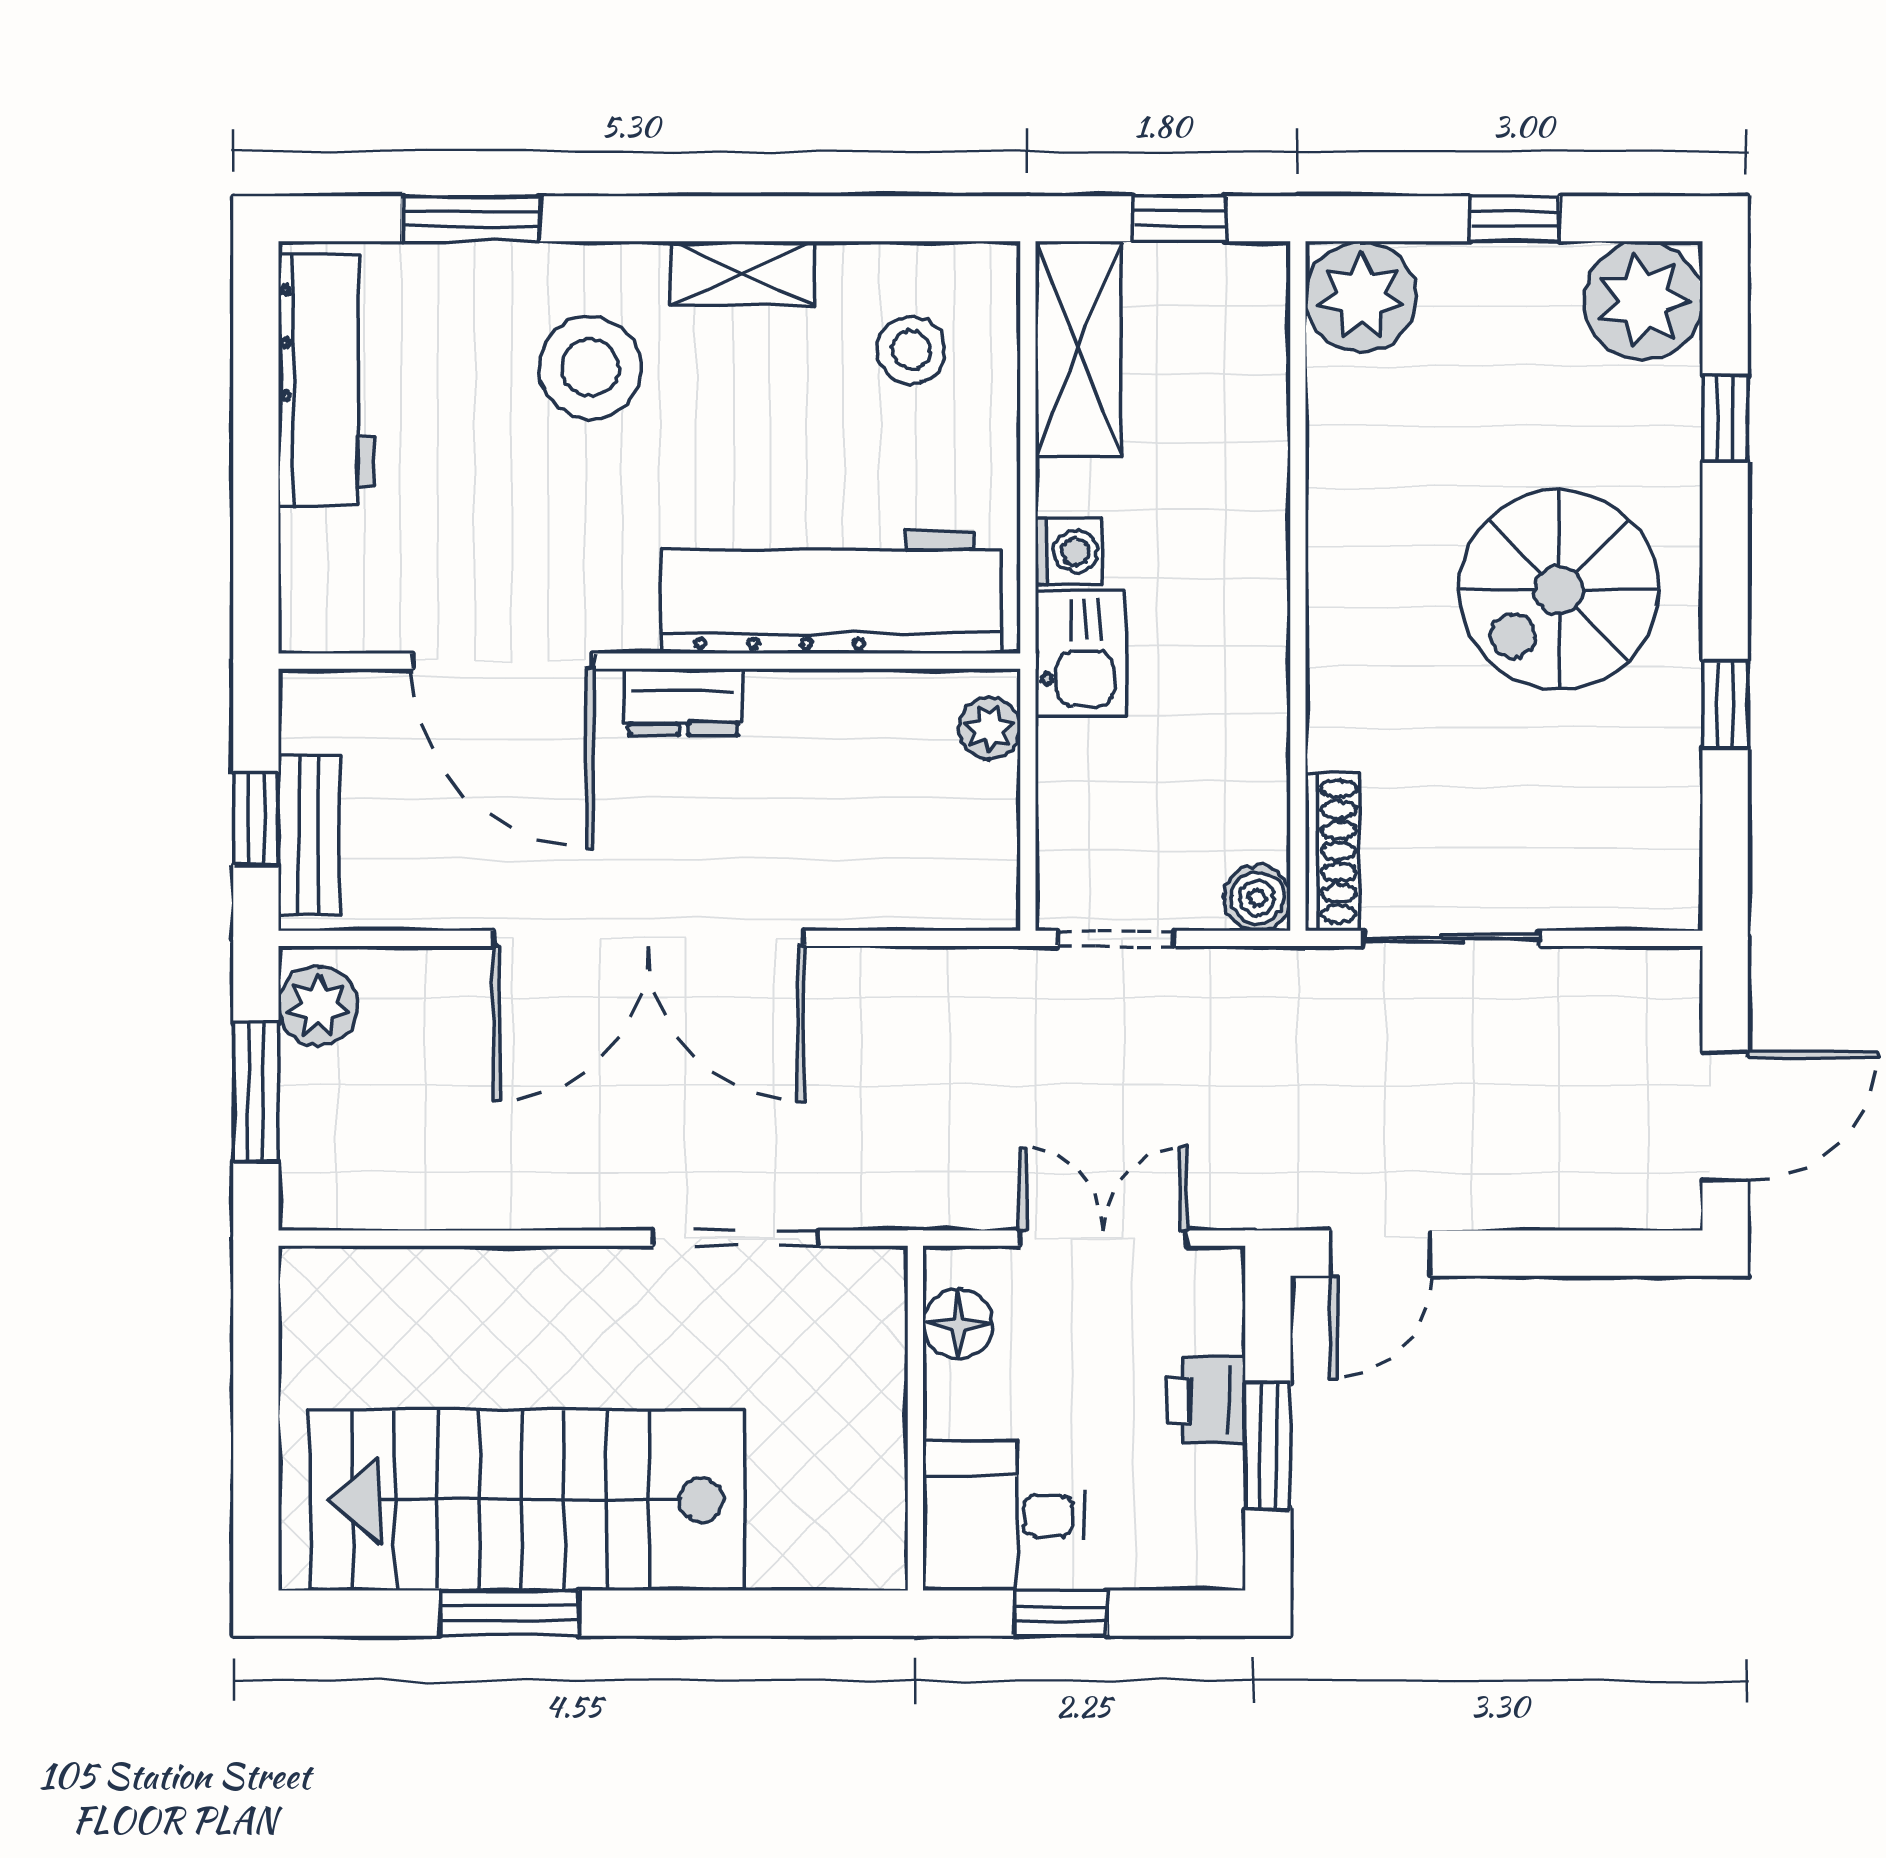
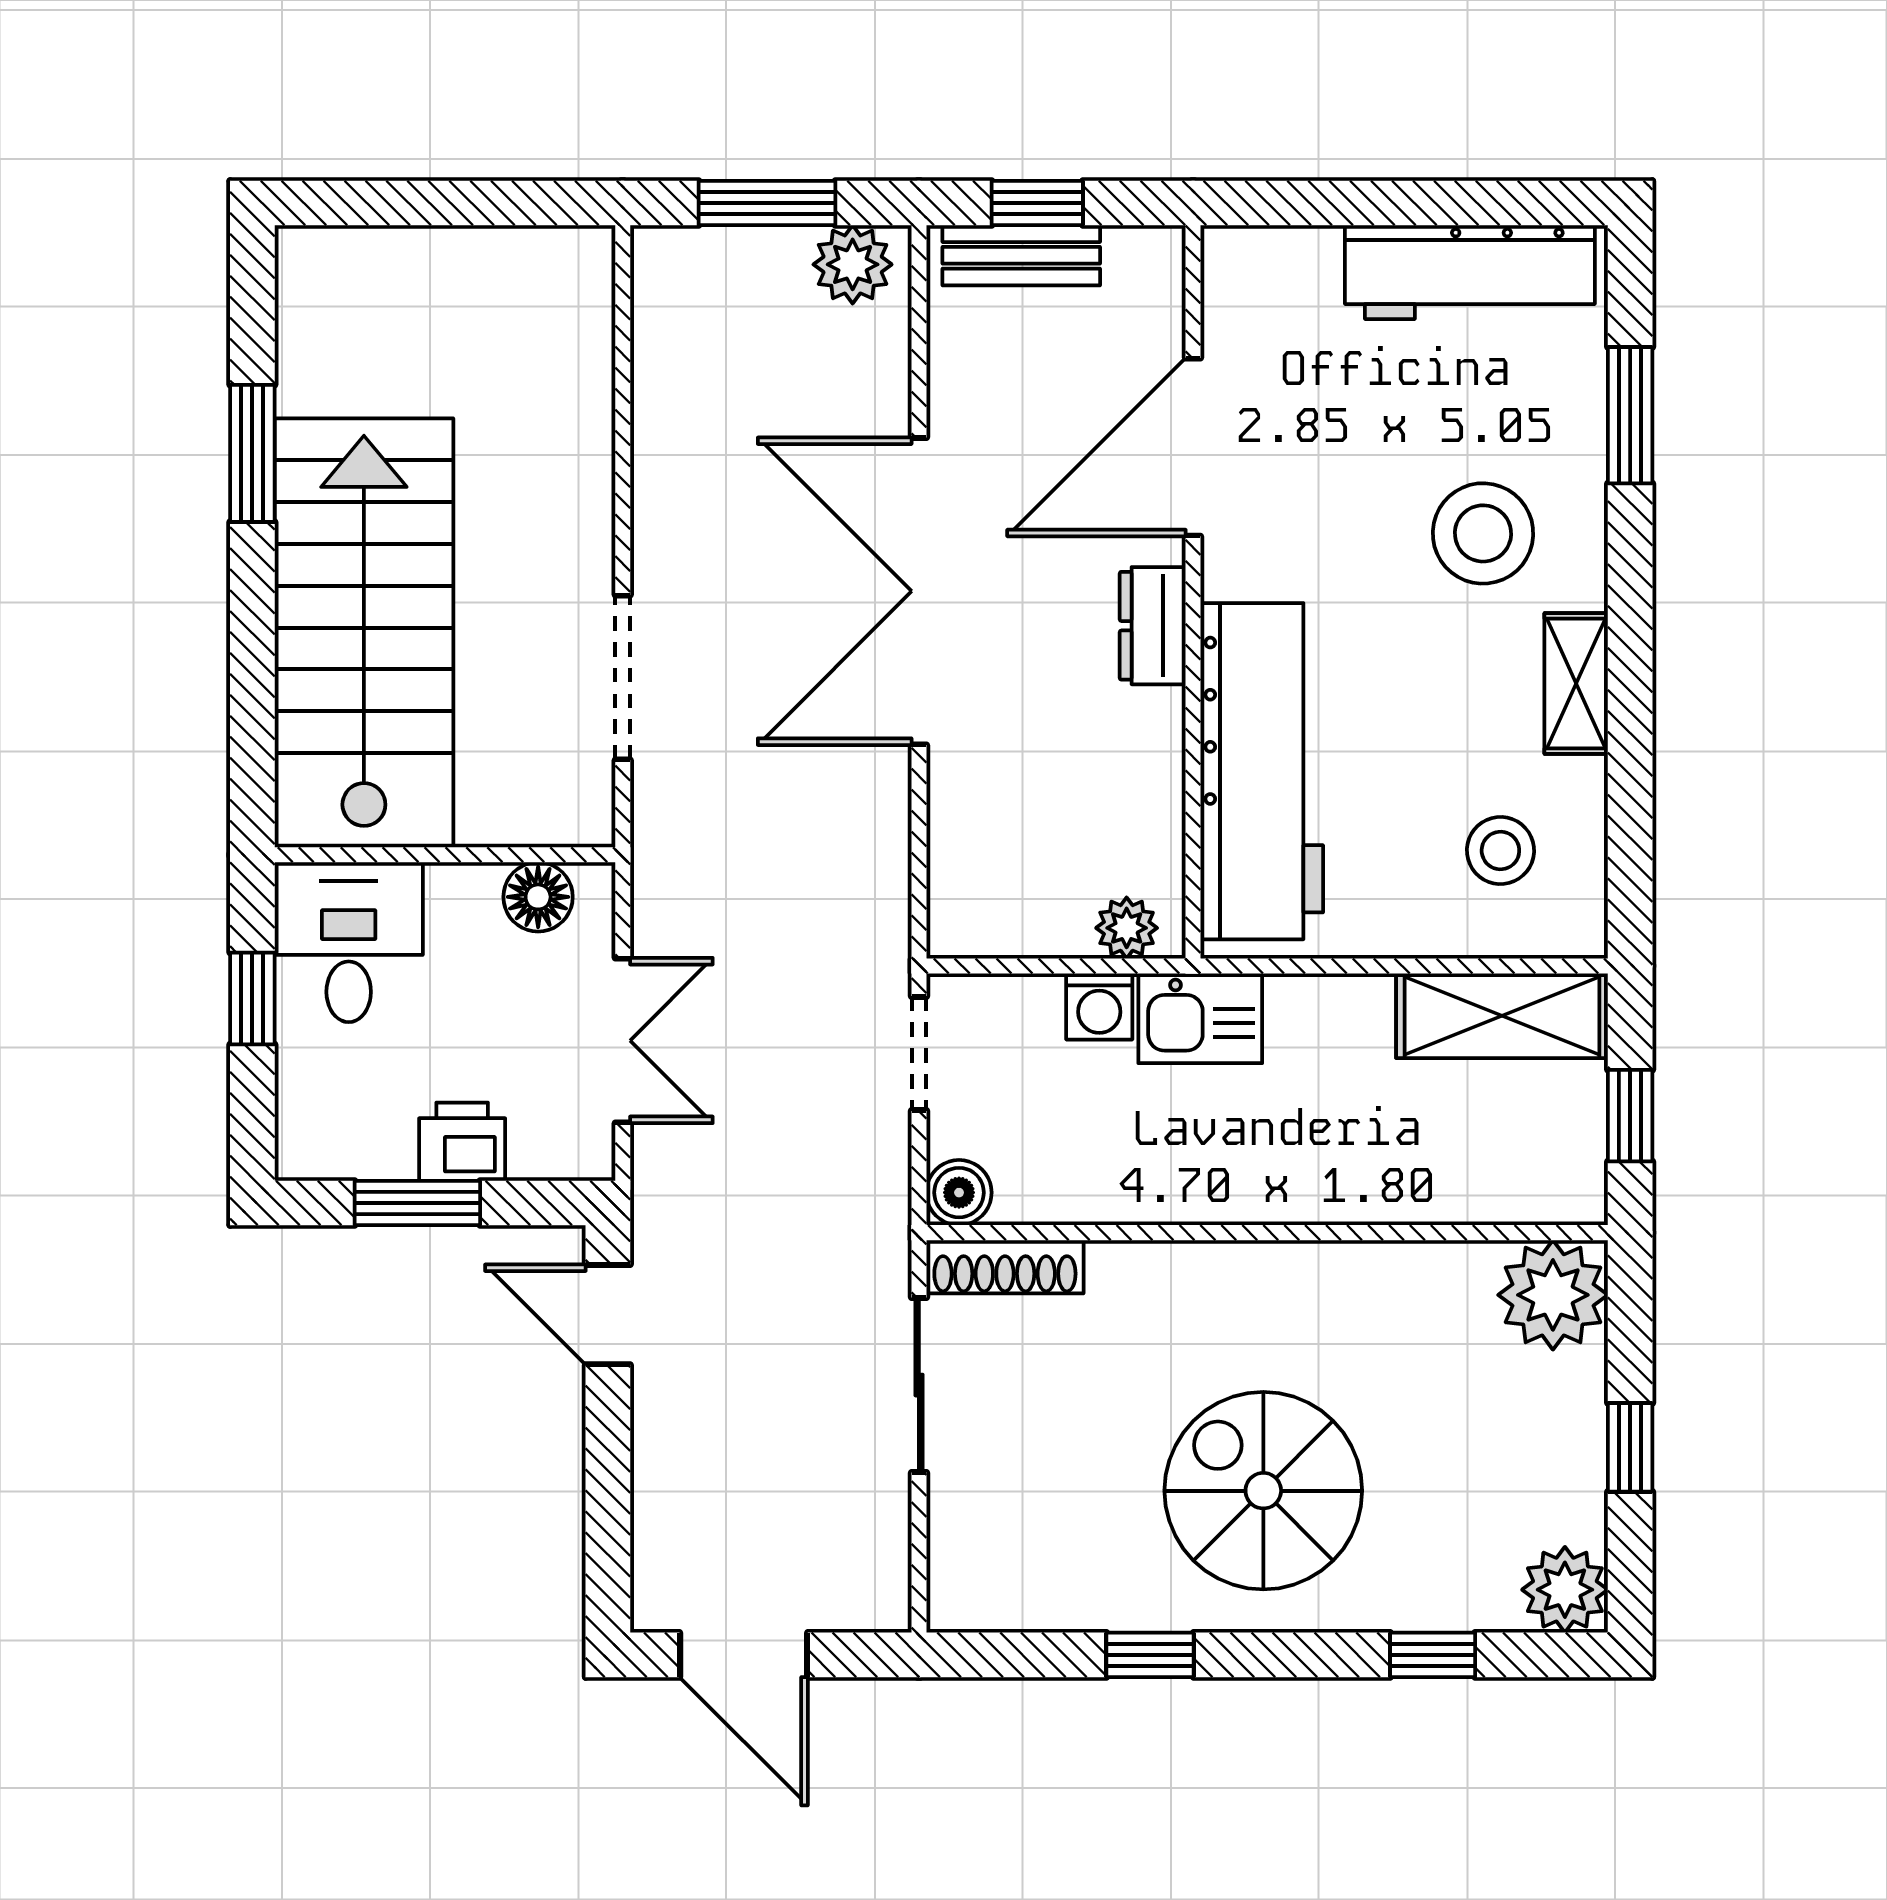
plant: (1643, 301) -> (1565, 1590), width x0.73, depth x0.73
washing machine: (1069, 552) -> (1099, 1006), moved
stairs: (527, 1500) -> (364, 633), moved

